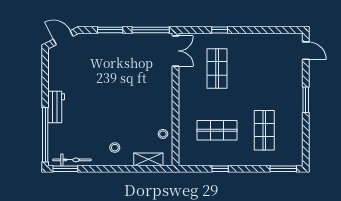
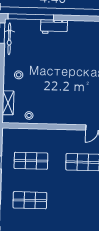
shop shelf: (217, 130) -> (31, 161), turned 90

